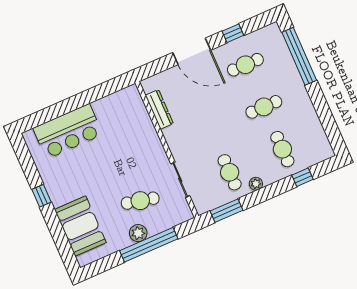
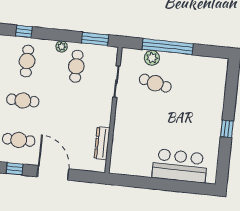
booth: (80, 226) -> (211, 90), removed
plant: (138, 233) -> (152, 58), moved

